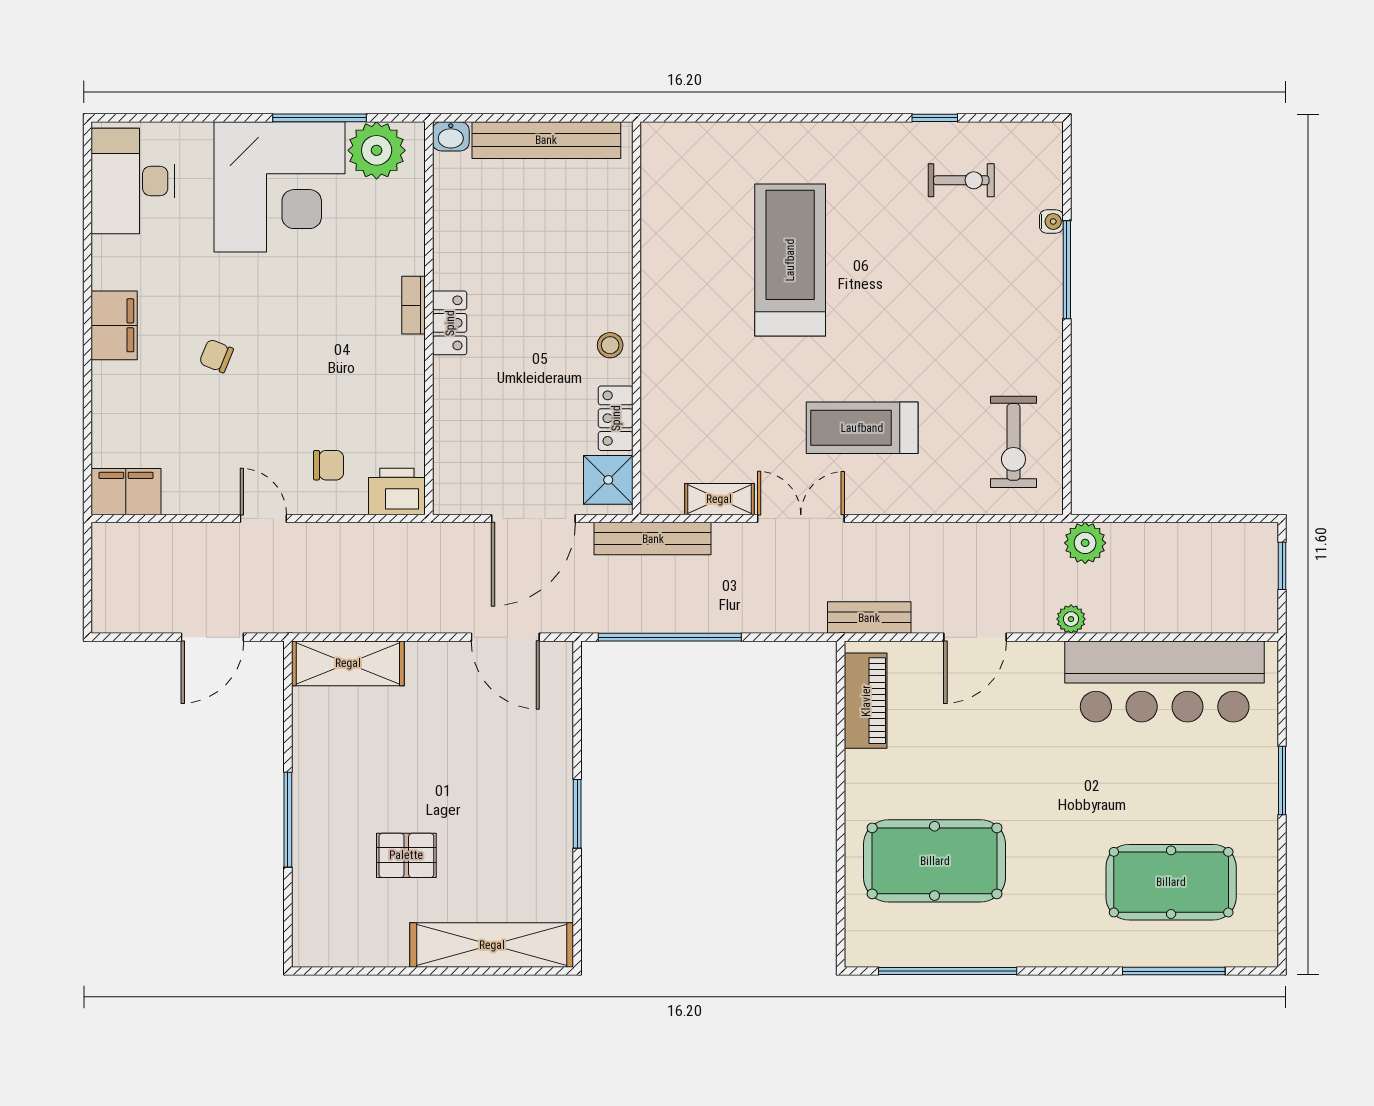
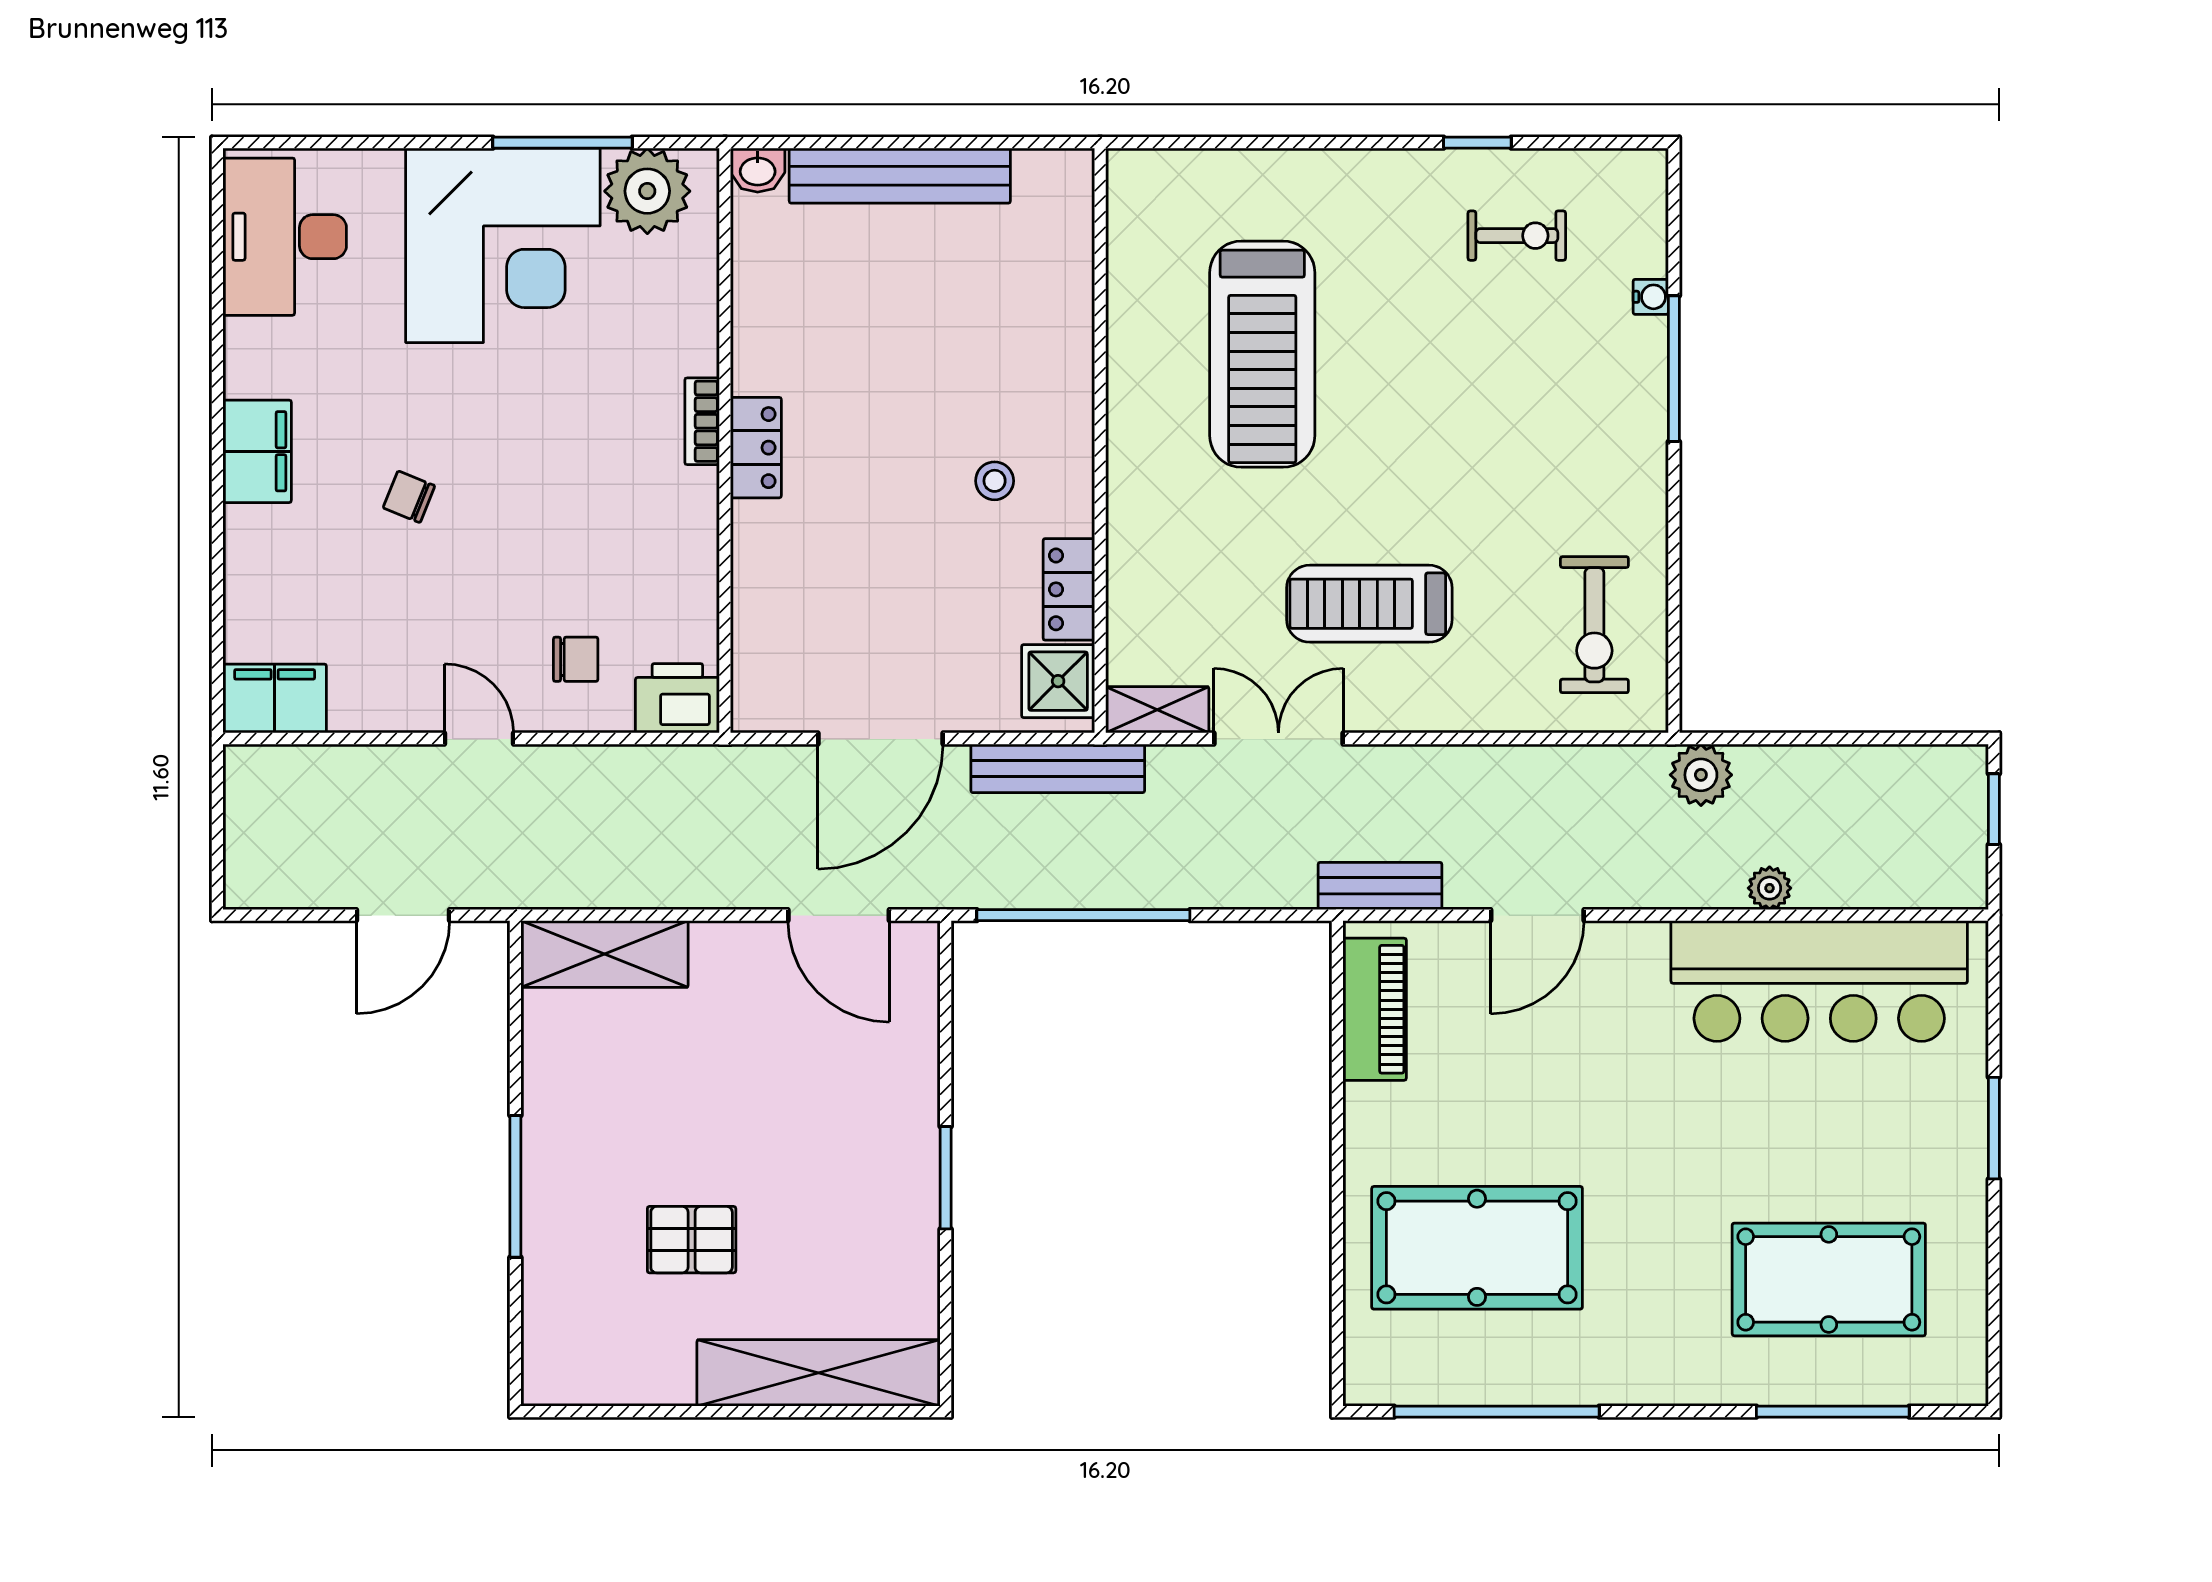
treadmill: (790, 260) -> (1262, 354), turned 180
wall: (637, 318) -> (1100, 441), moved
locker: (616, 418) -> (1069, 589), moved
shower: (608, 480) -> (1058, 681), moved
plant: (1071, 619) -> (1770, 888), moved

